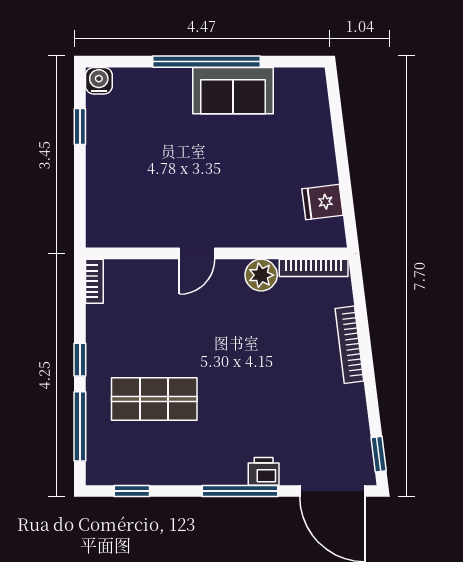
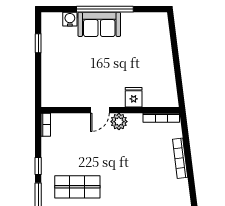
water cooler: (99, 81) -> (70, 19), moved
sofa: (233, 91) -> (99, 24), moved
fridge: (323, 202) -> (134, 97), moved, turned 97
plant: (261, 275) -> (119, 122), moved

